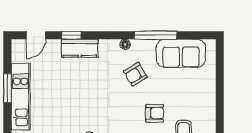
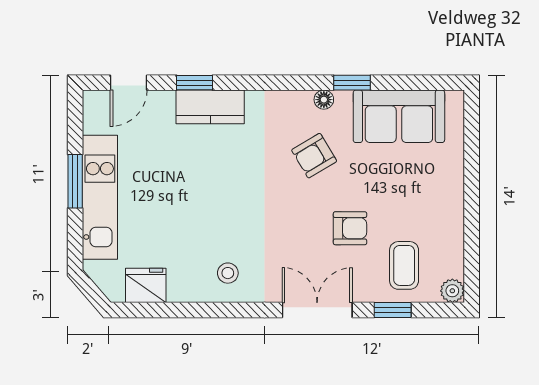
window: (156, 35) -> (352, 83), width x0.46
floor lamp: (125, 44) -> (324, 100), moved

